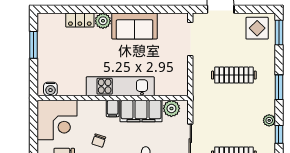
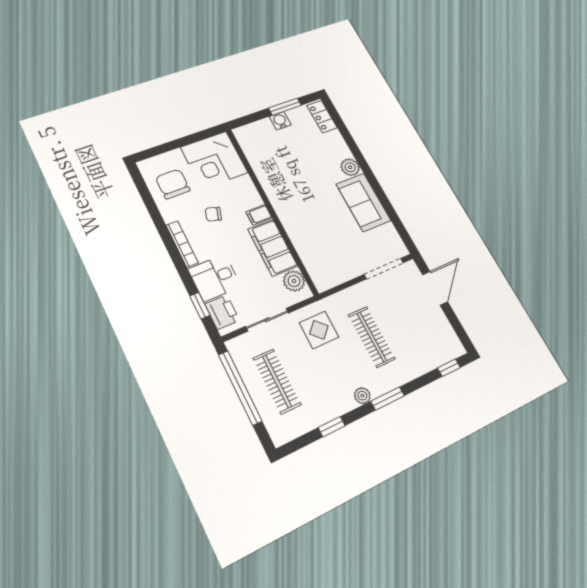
locker: (80, 20) -> (322, 117), moved
display table: (257, 28) -> (319, 330), moved
window: (279, 33) -> (449, 368), width x0.67
kitchen unit: (120, 86) -> (289, 213), removed
water cooler: (50, 89) -> (280, 121), moved, turned 90
plant: (269, 120) -> (362, 396), moved

